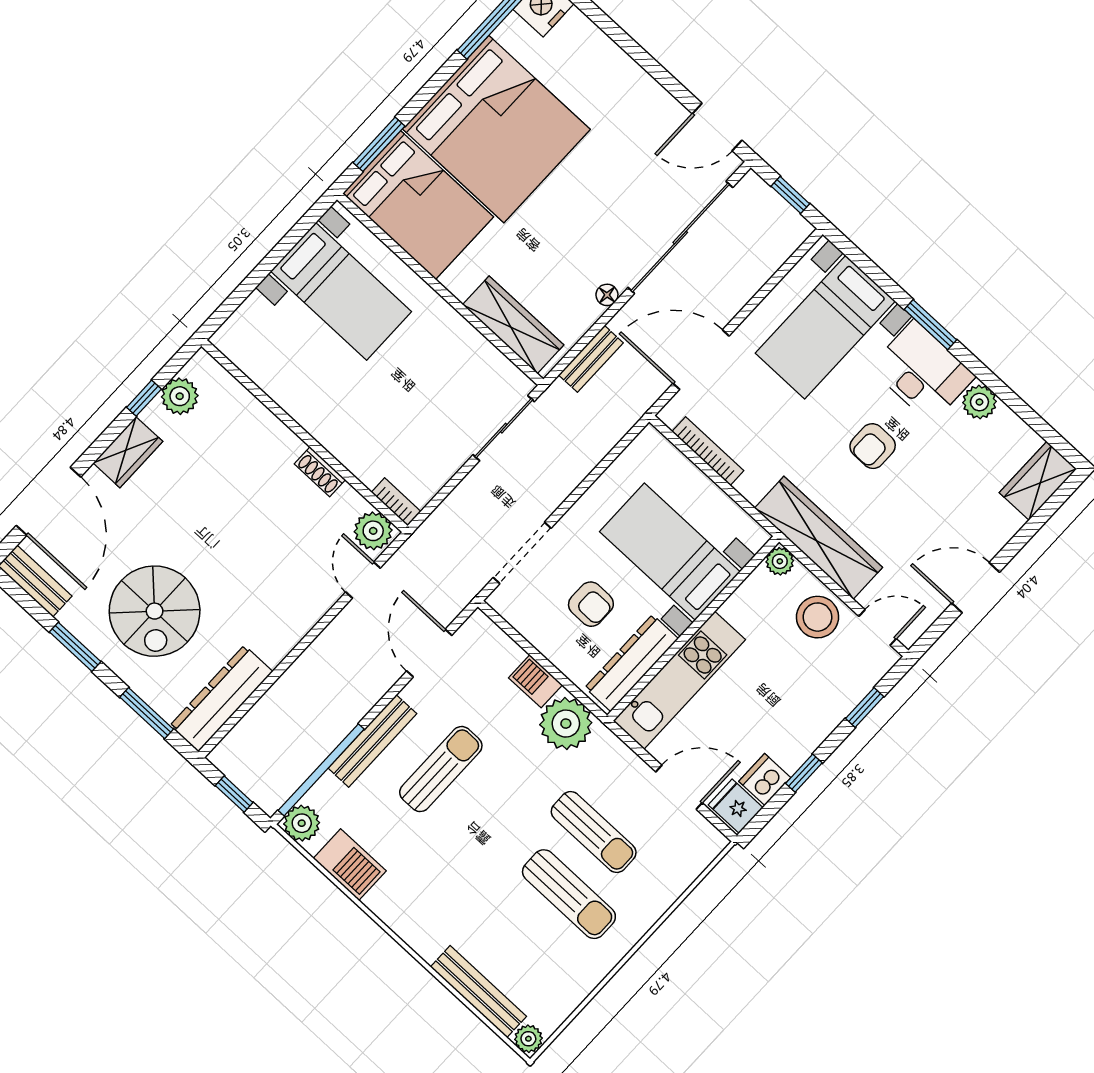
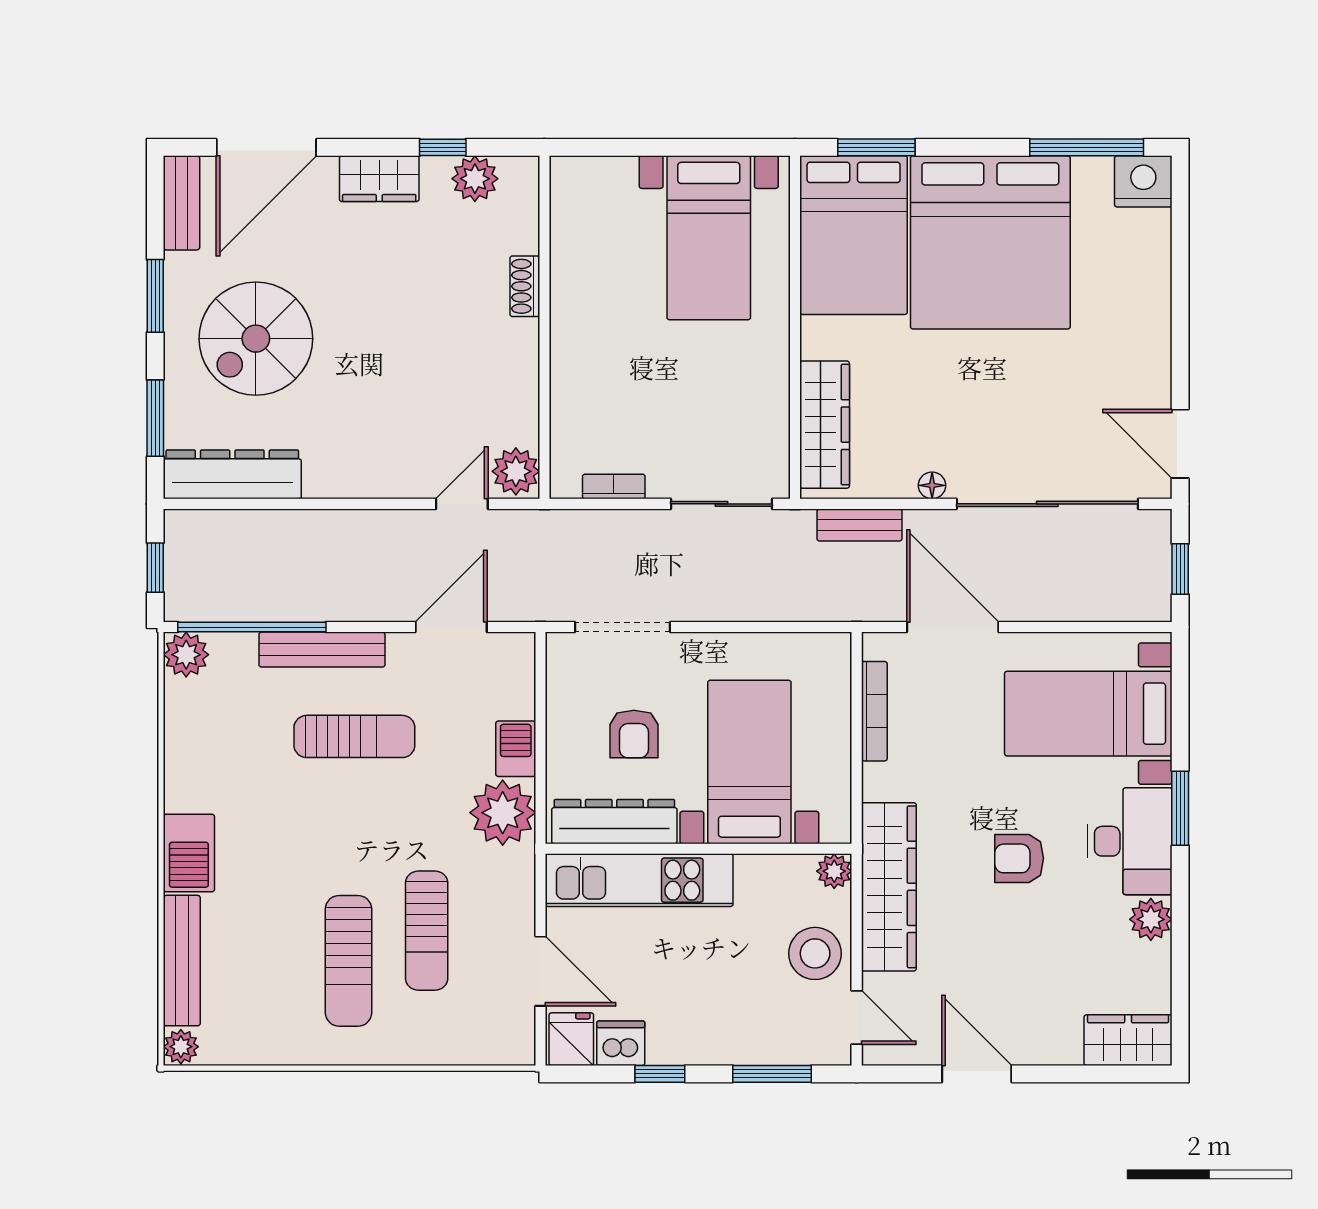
shoe rack: (320, 472) -> (525, 286), moved
bookcase: (396, 502) -> (614, 486), moved, turned -90
window: (865, 707) -> (772, 1074), width x1.50
barbecue: (350, 865) -> (189, 853), moved

